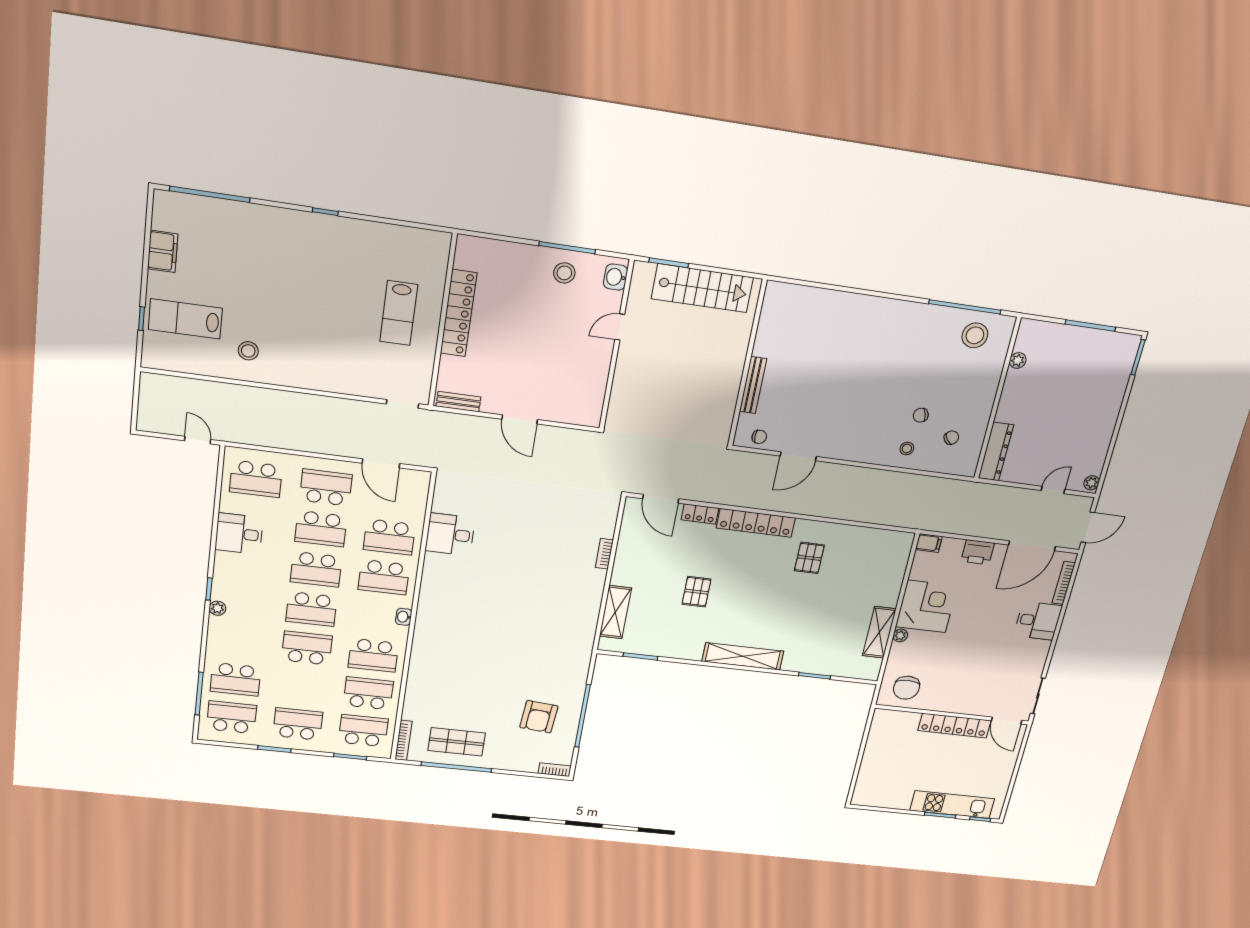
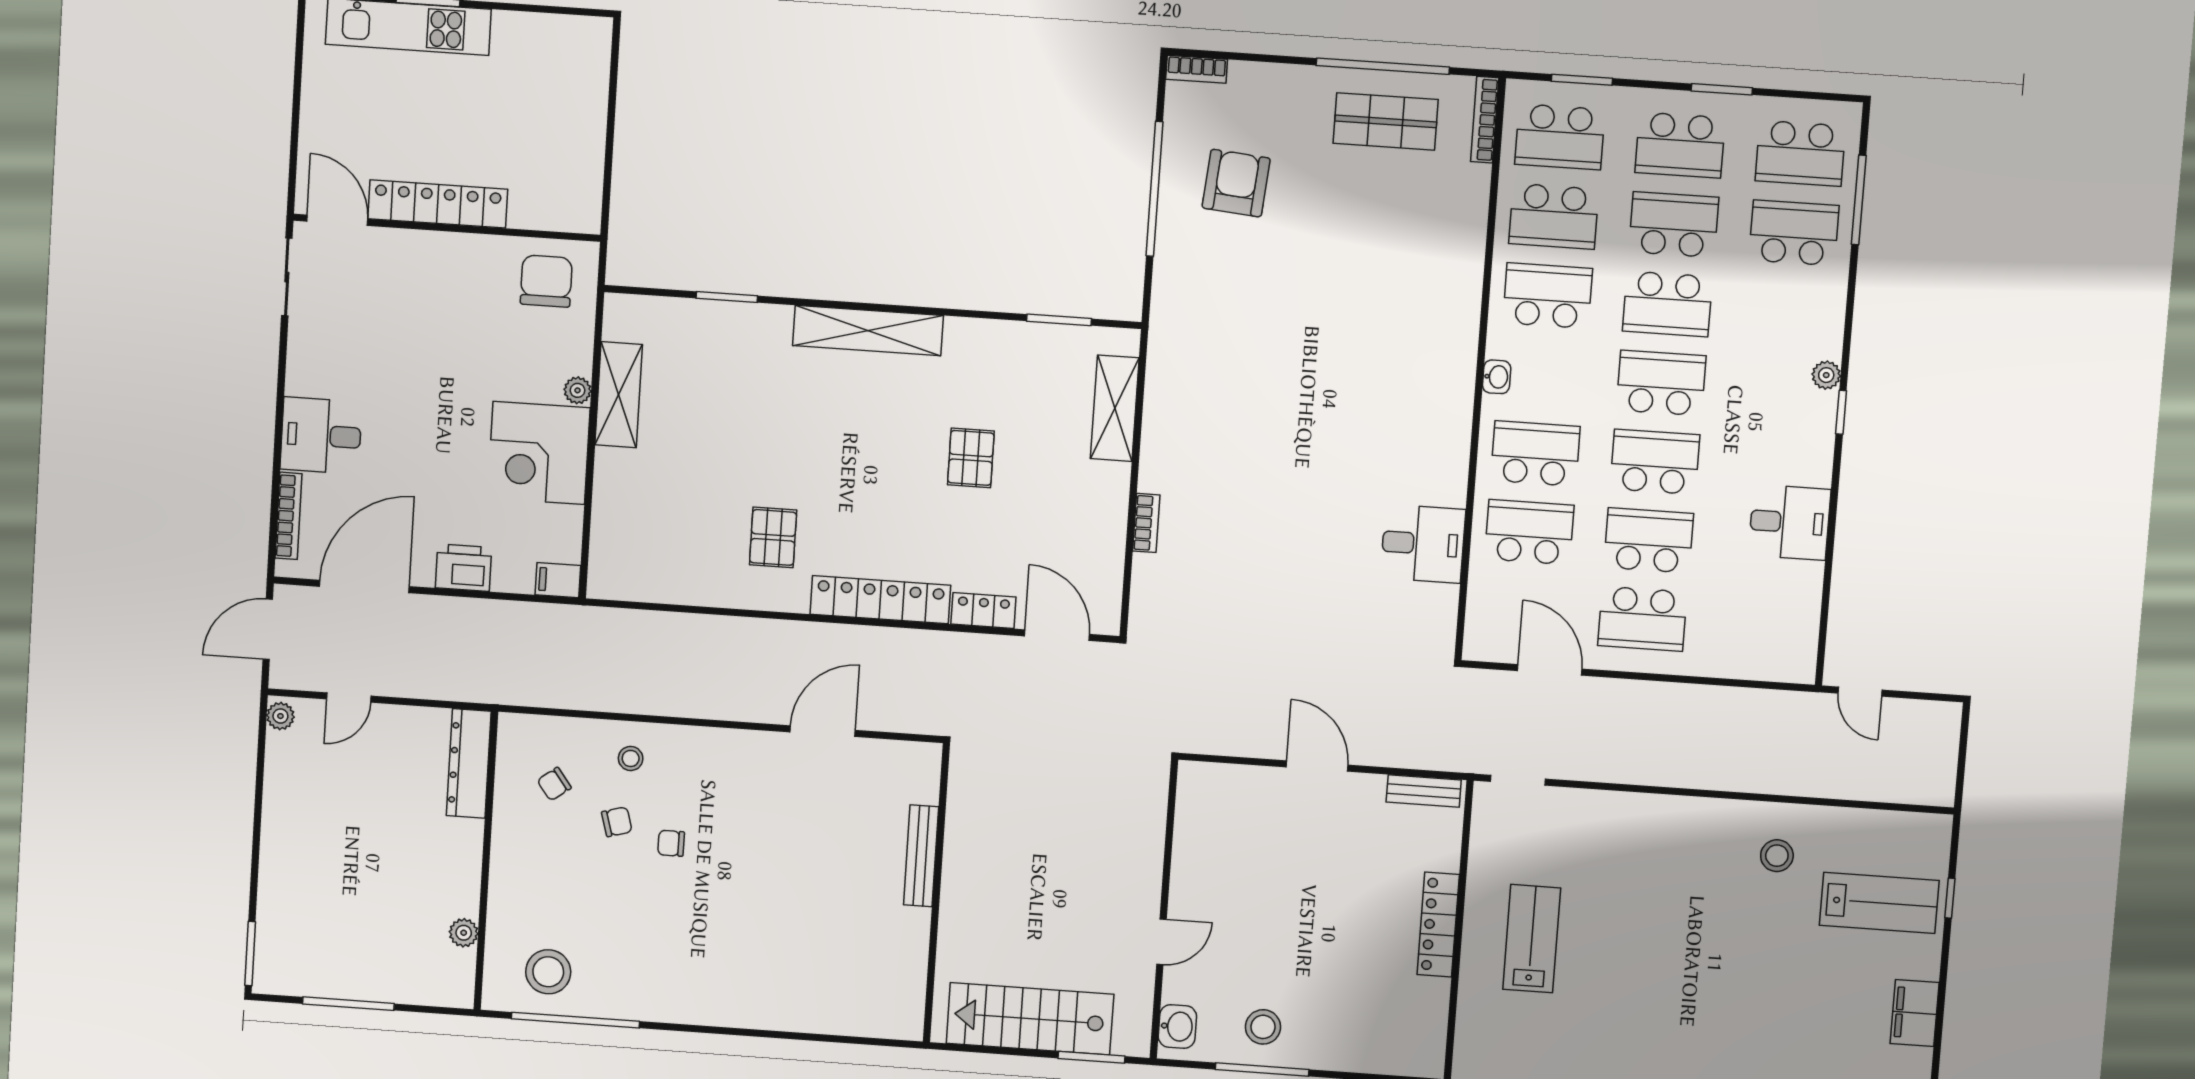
locker: (459, 313) -> (1438, 925), width x0.71, depth x0.83
chair: (759, 437) -> (671, 843), moved
school desk: (256, 479) -> (1674, 225), moved

